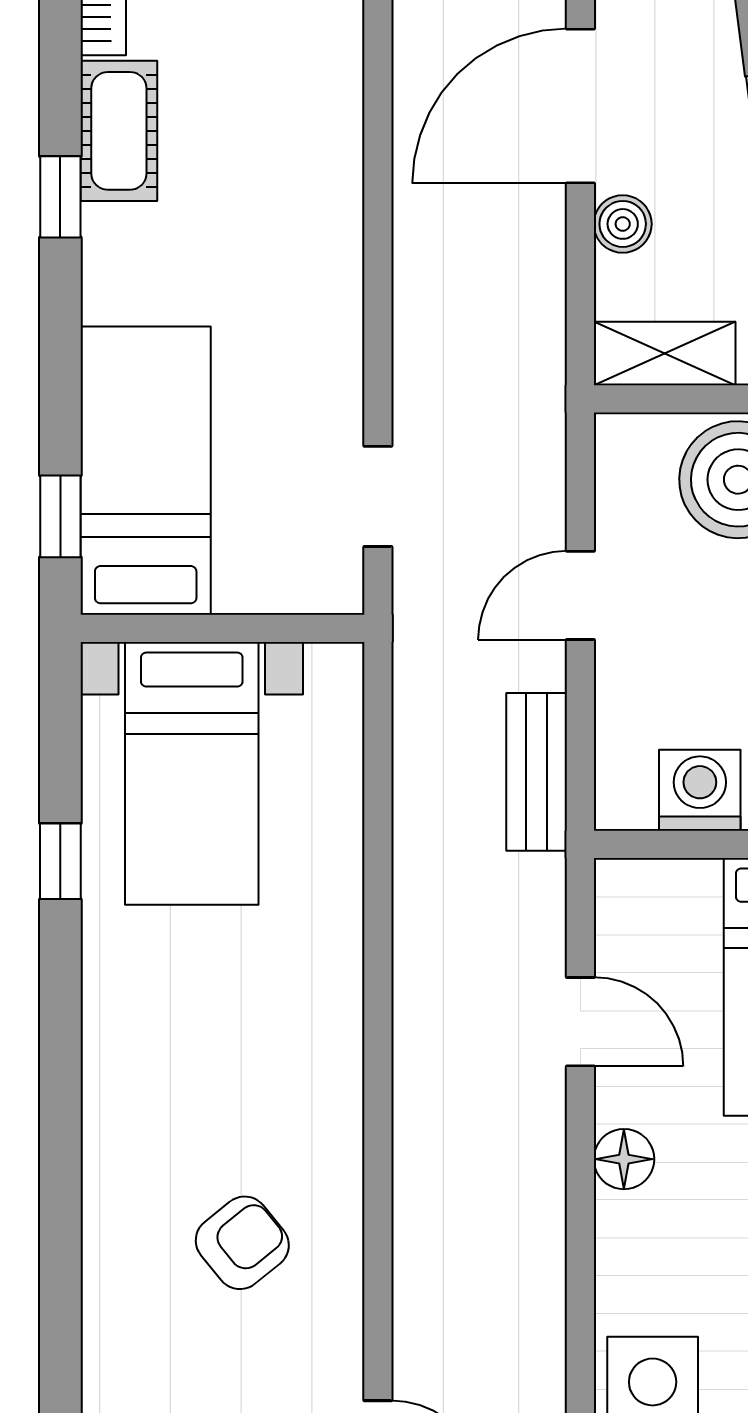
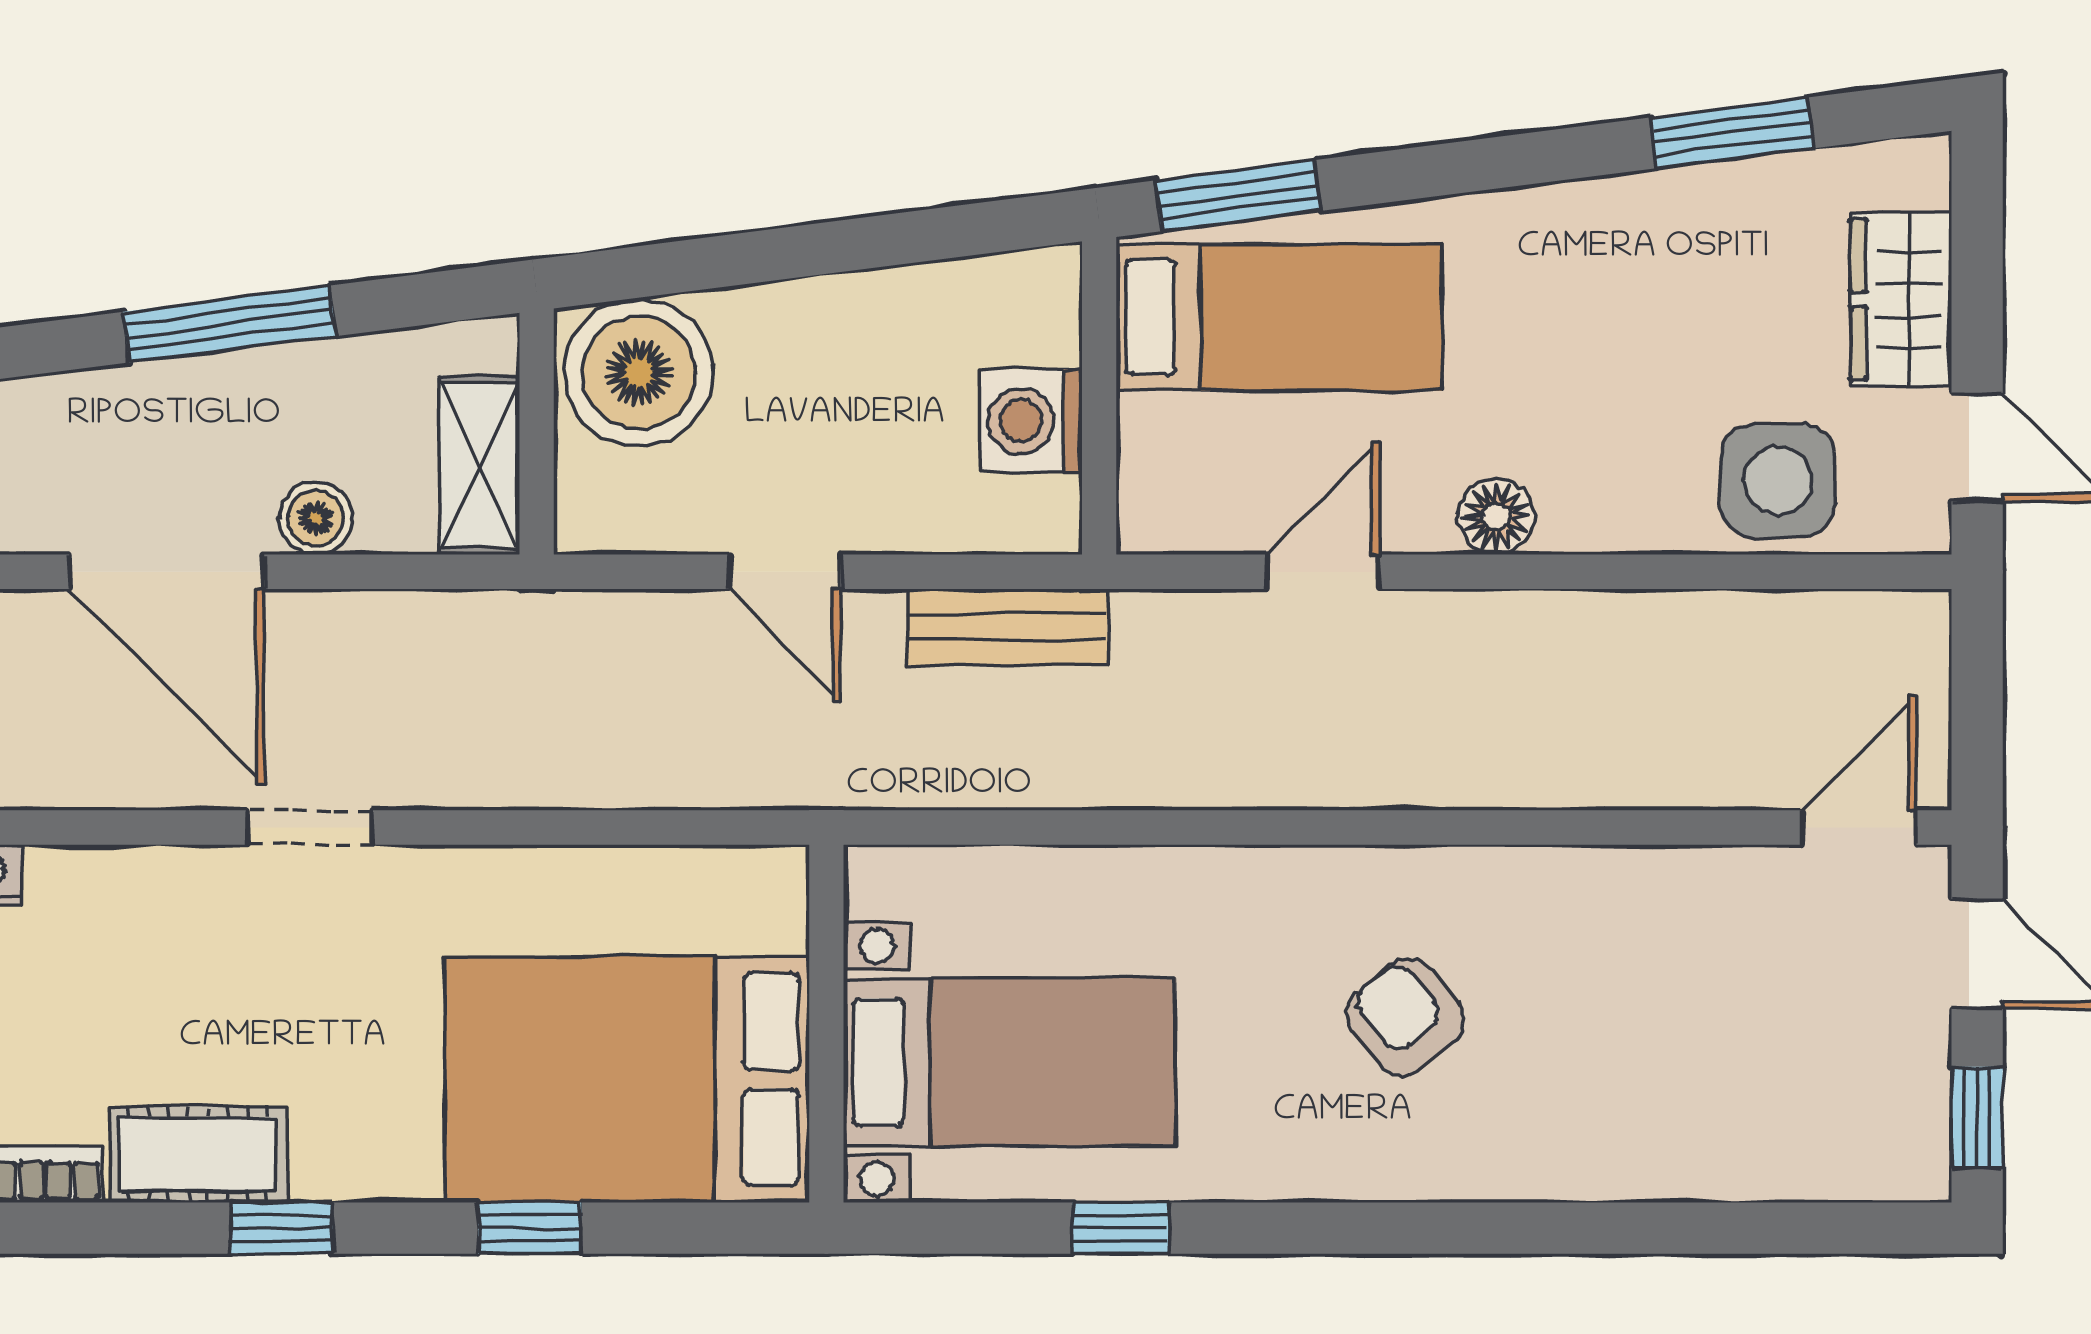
bed: (146, 471) -> (627, 1079), width x1.50
doorway: (378, 496) -> (309, 827), moved
window: (60, 516) -> (530, 1228), moved
armchair: (242, 1243) -> (1405, 1017), moved

